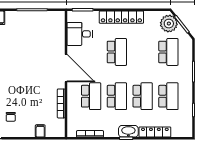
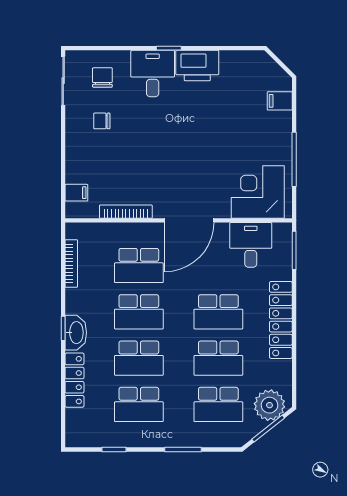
corner desk: (50, 30) -> (258, 192), added
school desk: (143, 52) -> (218, 358), added
filing cabinet: (40, 131) -> (76, 193), moved

